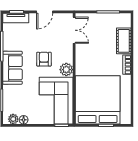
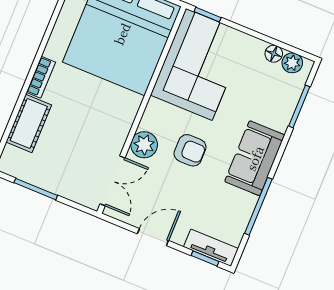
double door: (74, 30) -> (112, 181), swing flipped
armchair: (44, 59) -> (190, 150), turned -90
plant: (66, 70) -> (144, 145), moved

